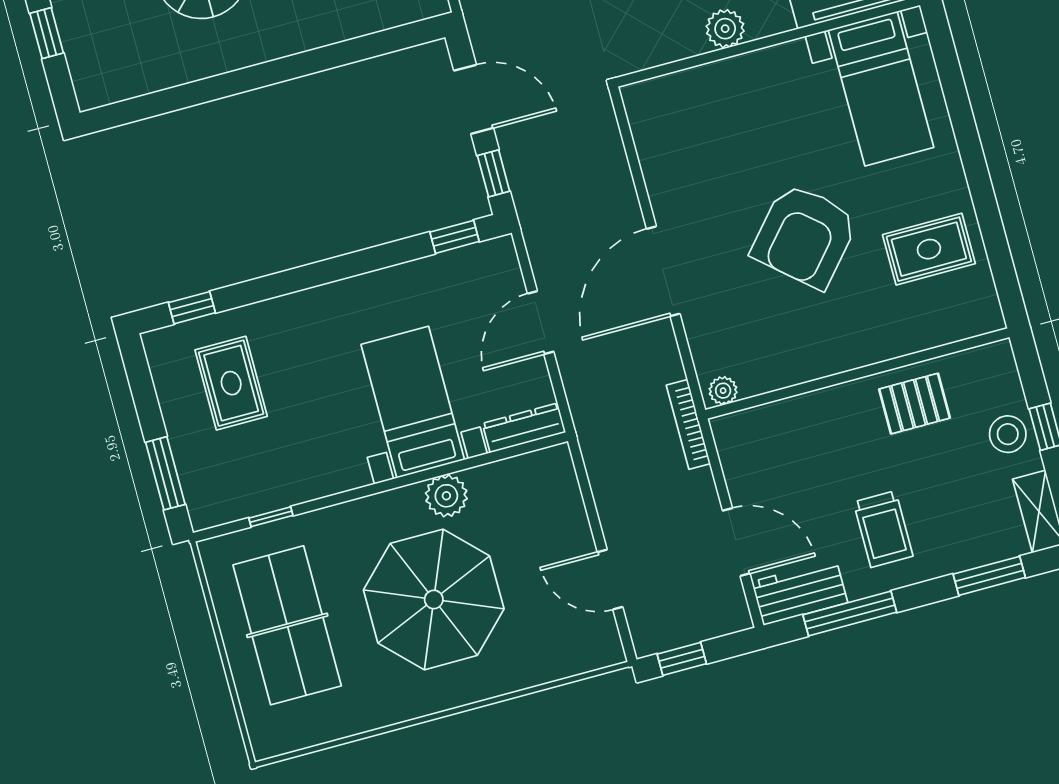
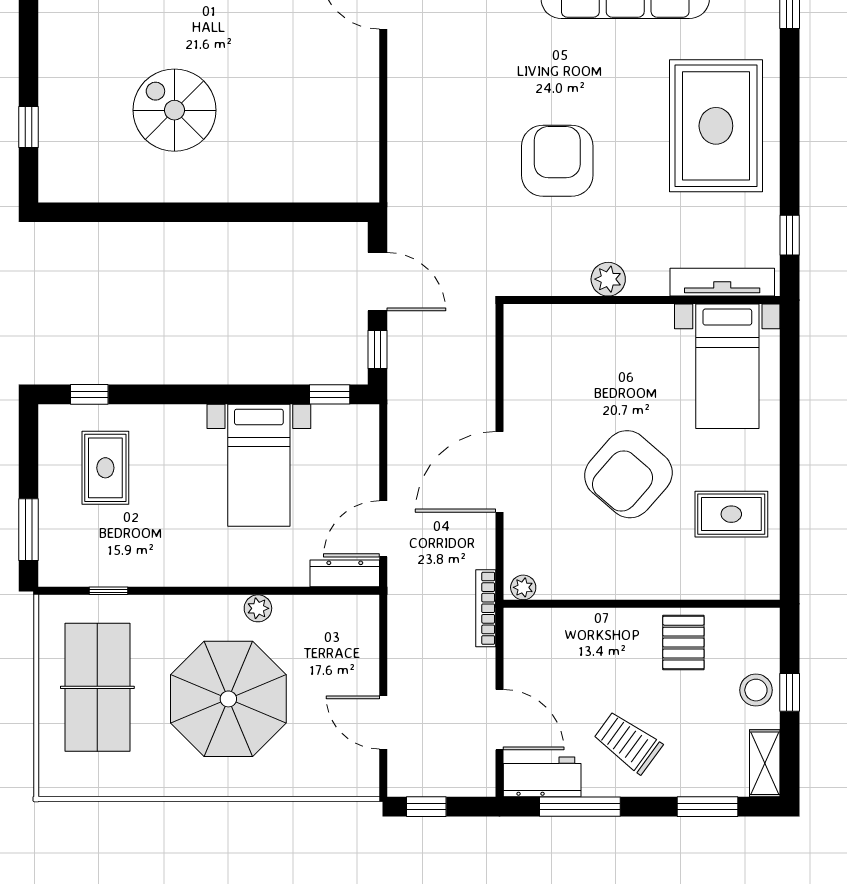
door: (541, 323) -> (383, 529), moved
bed with nightstands: (413, 402) -> (259, 465), moved, turned 180
pallet: (914, 404) -> (683, 643), turned 90
plant: (446, 496) -> (258, 608), width x0.73, depth x0.73
trolley: (883, 529) -> (628, 742), turned 126

